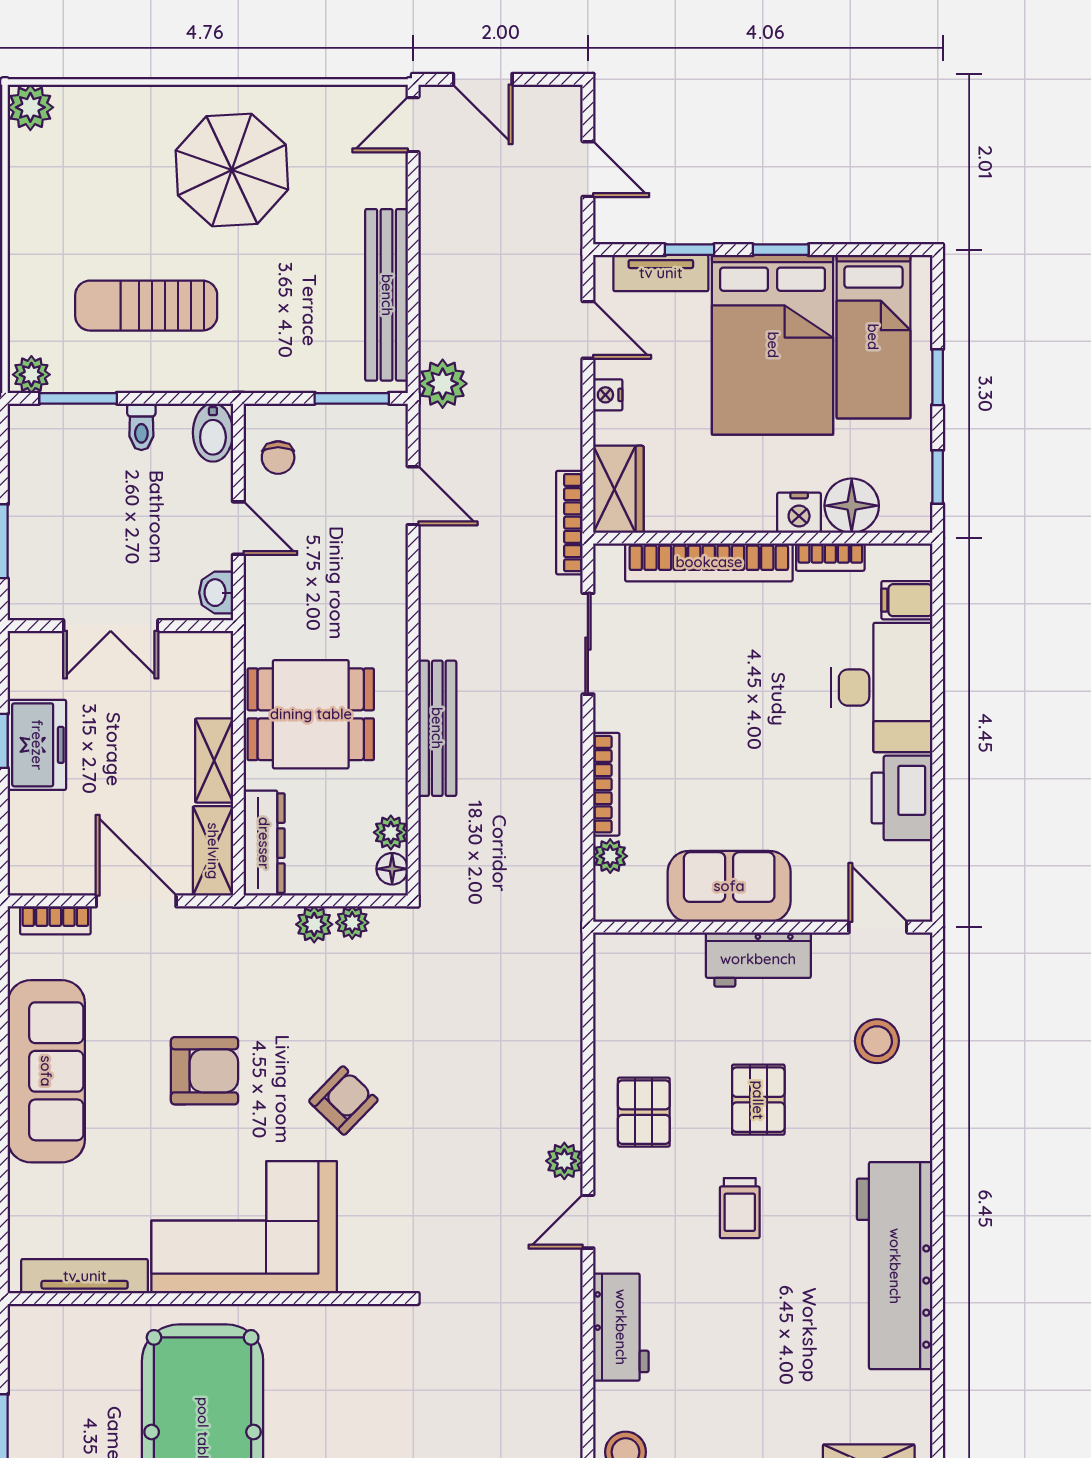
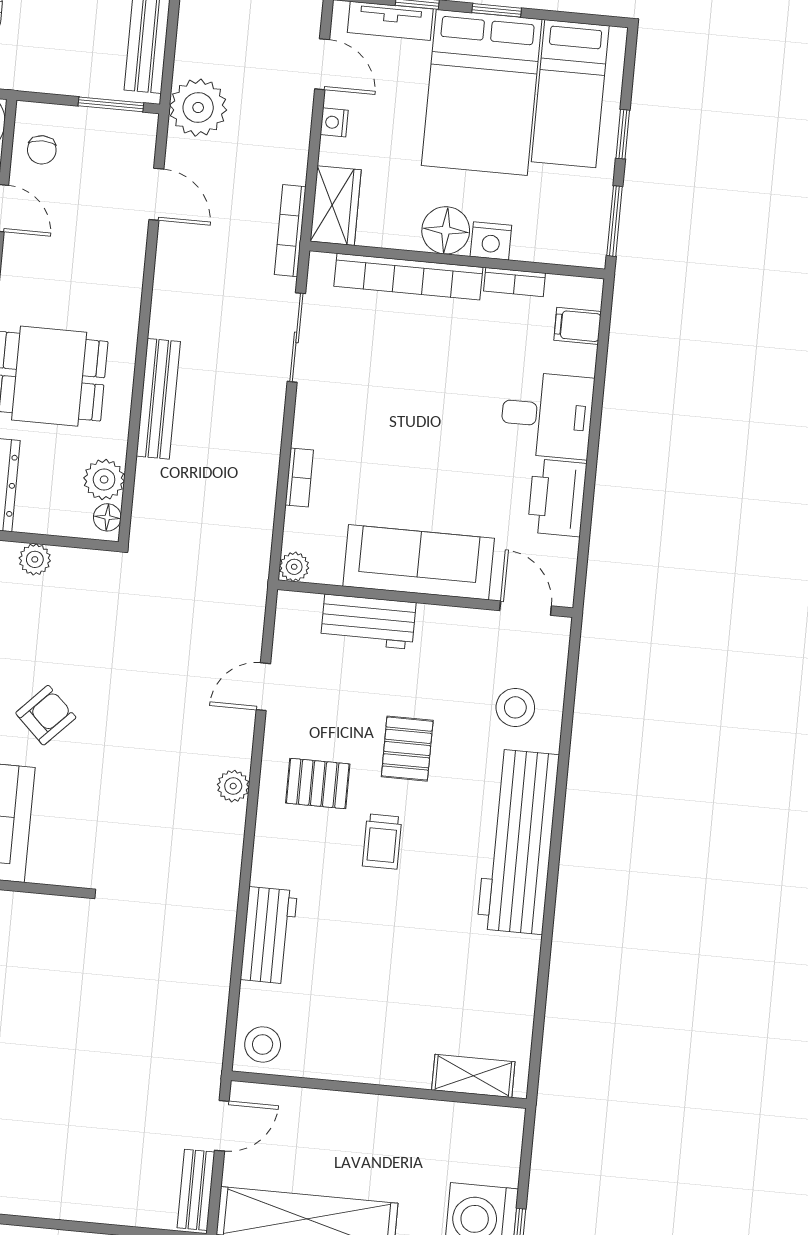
plant: (443, 384) -> (198, 108), width x1.36, depth x1.36
window: (938, 477) -> (615, 221), width x1.50
floor lamp: (852, 506) -> (446, 230), moved
desk: (881, 688) -> (547, 415), width x0.73
bookcase: (606, 784) -> (299, 477), width x0.64
plant: (391, 832) -> (104, 480), width x1.38, depth x1.38
plant: (610, 856) -> (294, 567), moved
sofa: (729, 886) -> (419, 562), width x1.36
plant: (352, 923) -> (68, 561), removed
workbench: (758, 959) -> (368, 622), moved
pallet: (644, 1112) -> (318, 784), moved, turned 90
door: (588, 1222) -> (263, 687), moved
workbench: (895, 1266) -> (518, 842), moved

